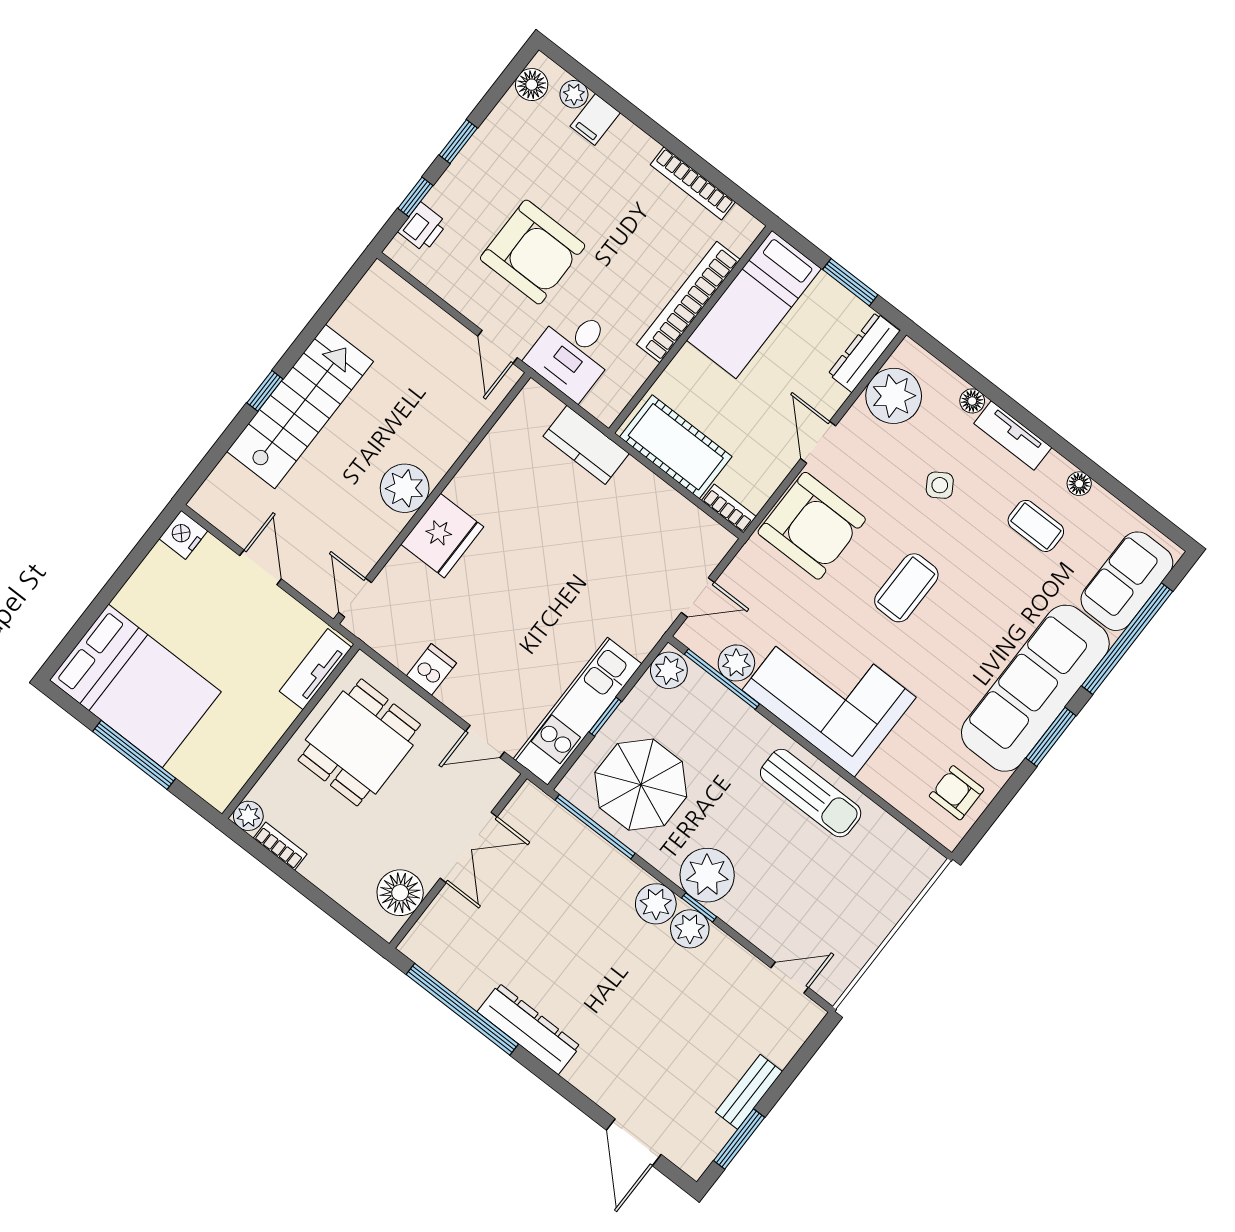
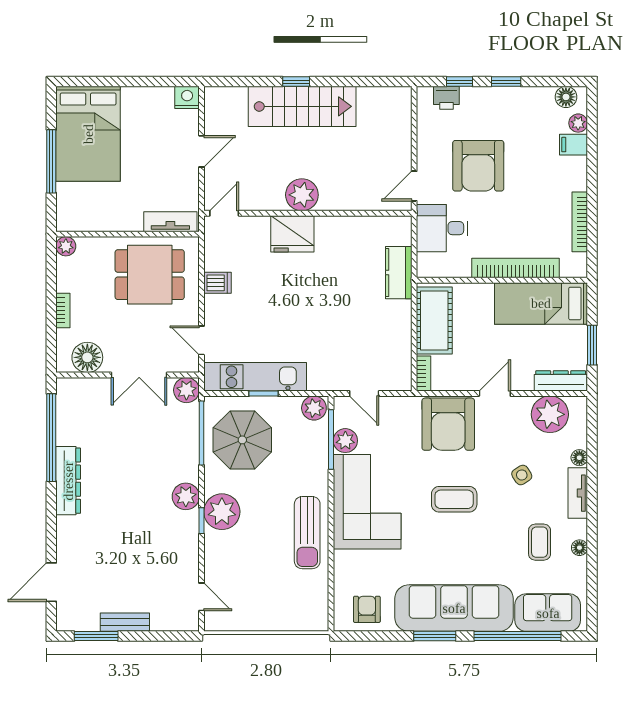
bookcase: (280, 846) -> (63, 310), moved
plant: (690, 929) -> (186, 390), moved

